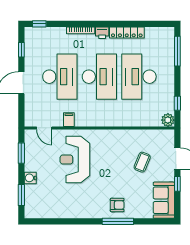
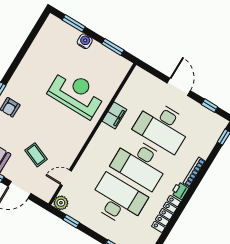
filing cabinet: (69, 120) -> (114, 115), width x2.00
door: (44, 128) -> (66, 178), moved

